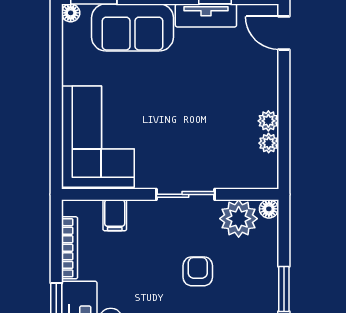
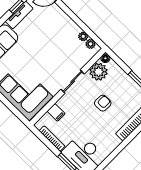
plant: (268, 121) -> (91, 44), moved
armchair: (198, 271) -> (103, 103), turned 90

